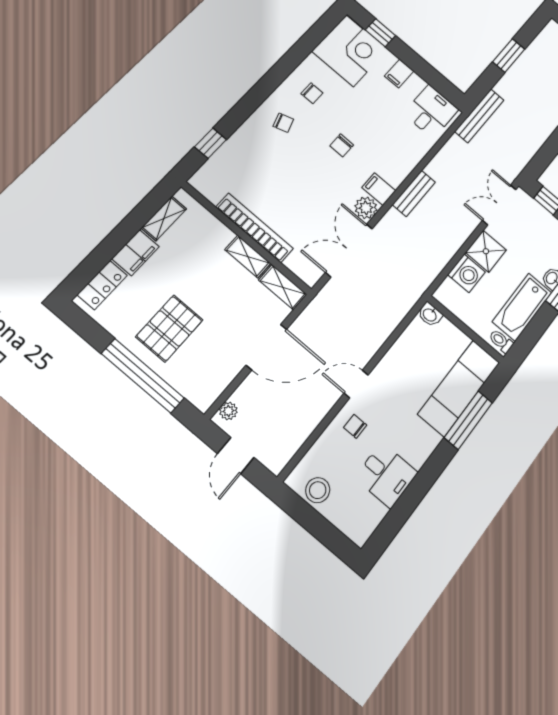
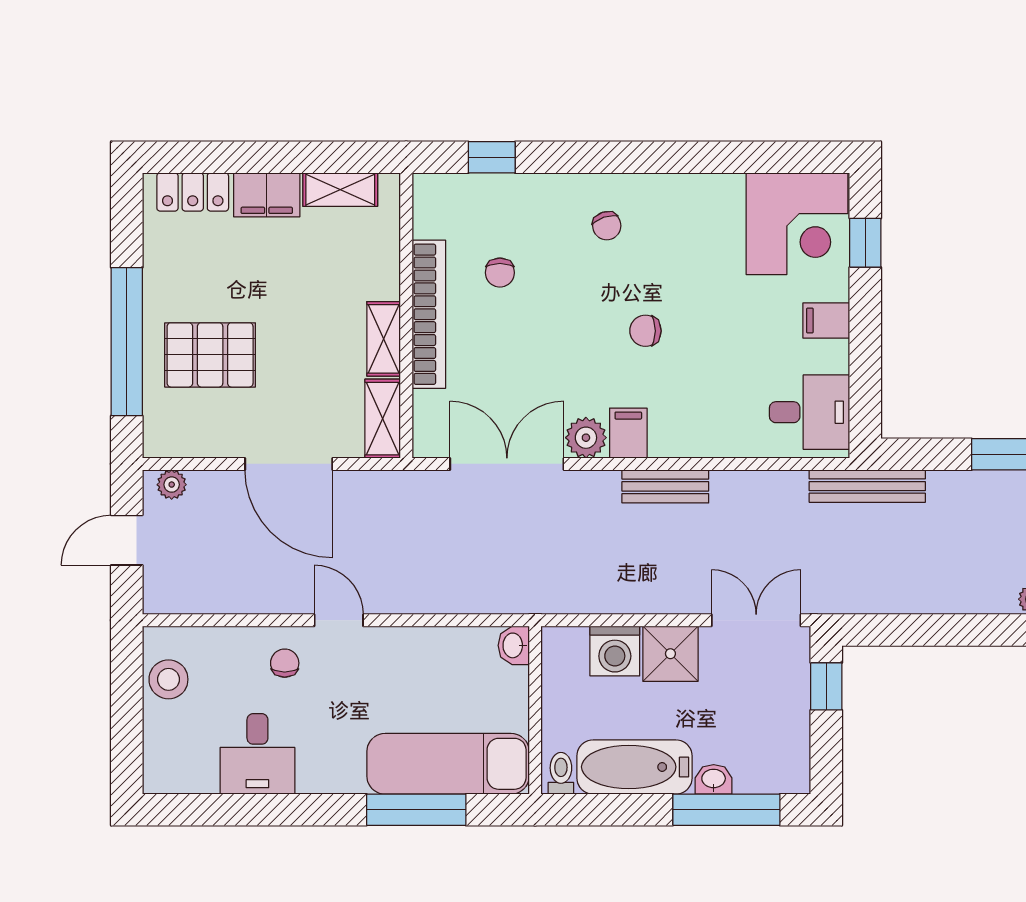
chair: (312, 93) -> (500, 273), moved
pallet: (169, 328) -> (210, 355), moved

